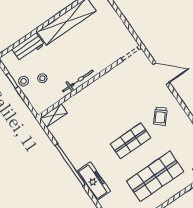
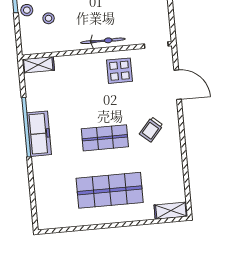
bicycle: (78, 81) -> (103, 41), moved
display table: (114, 87) -> (119, 71), added
freezer: (94, 181) -> (39, 134), moved

